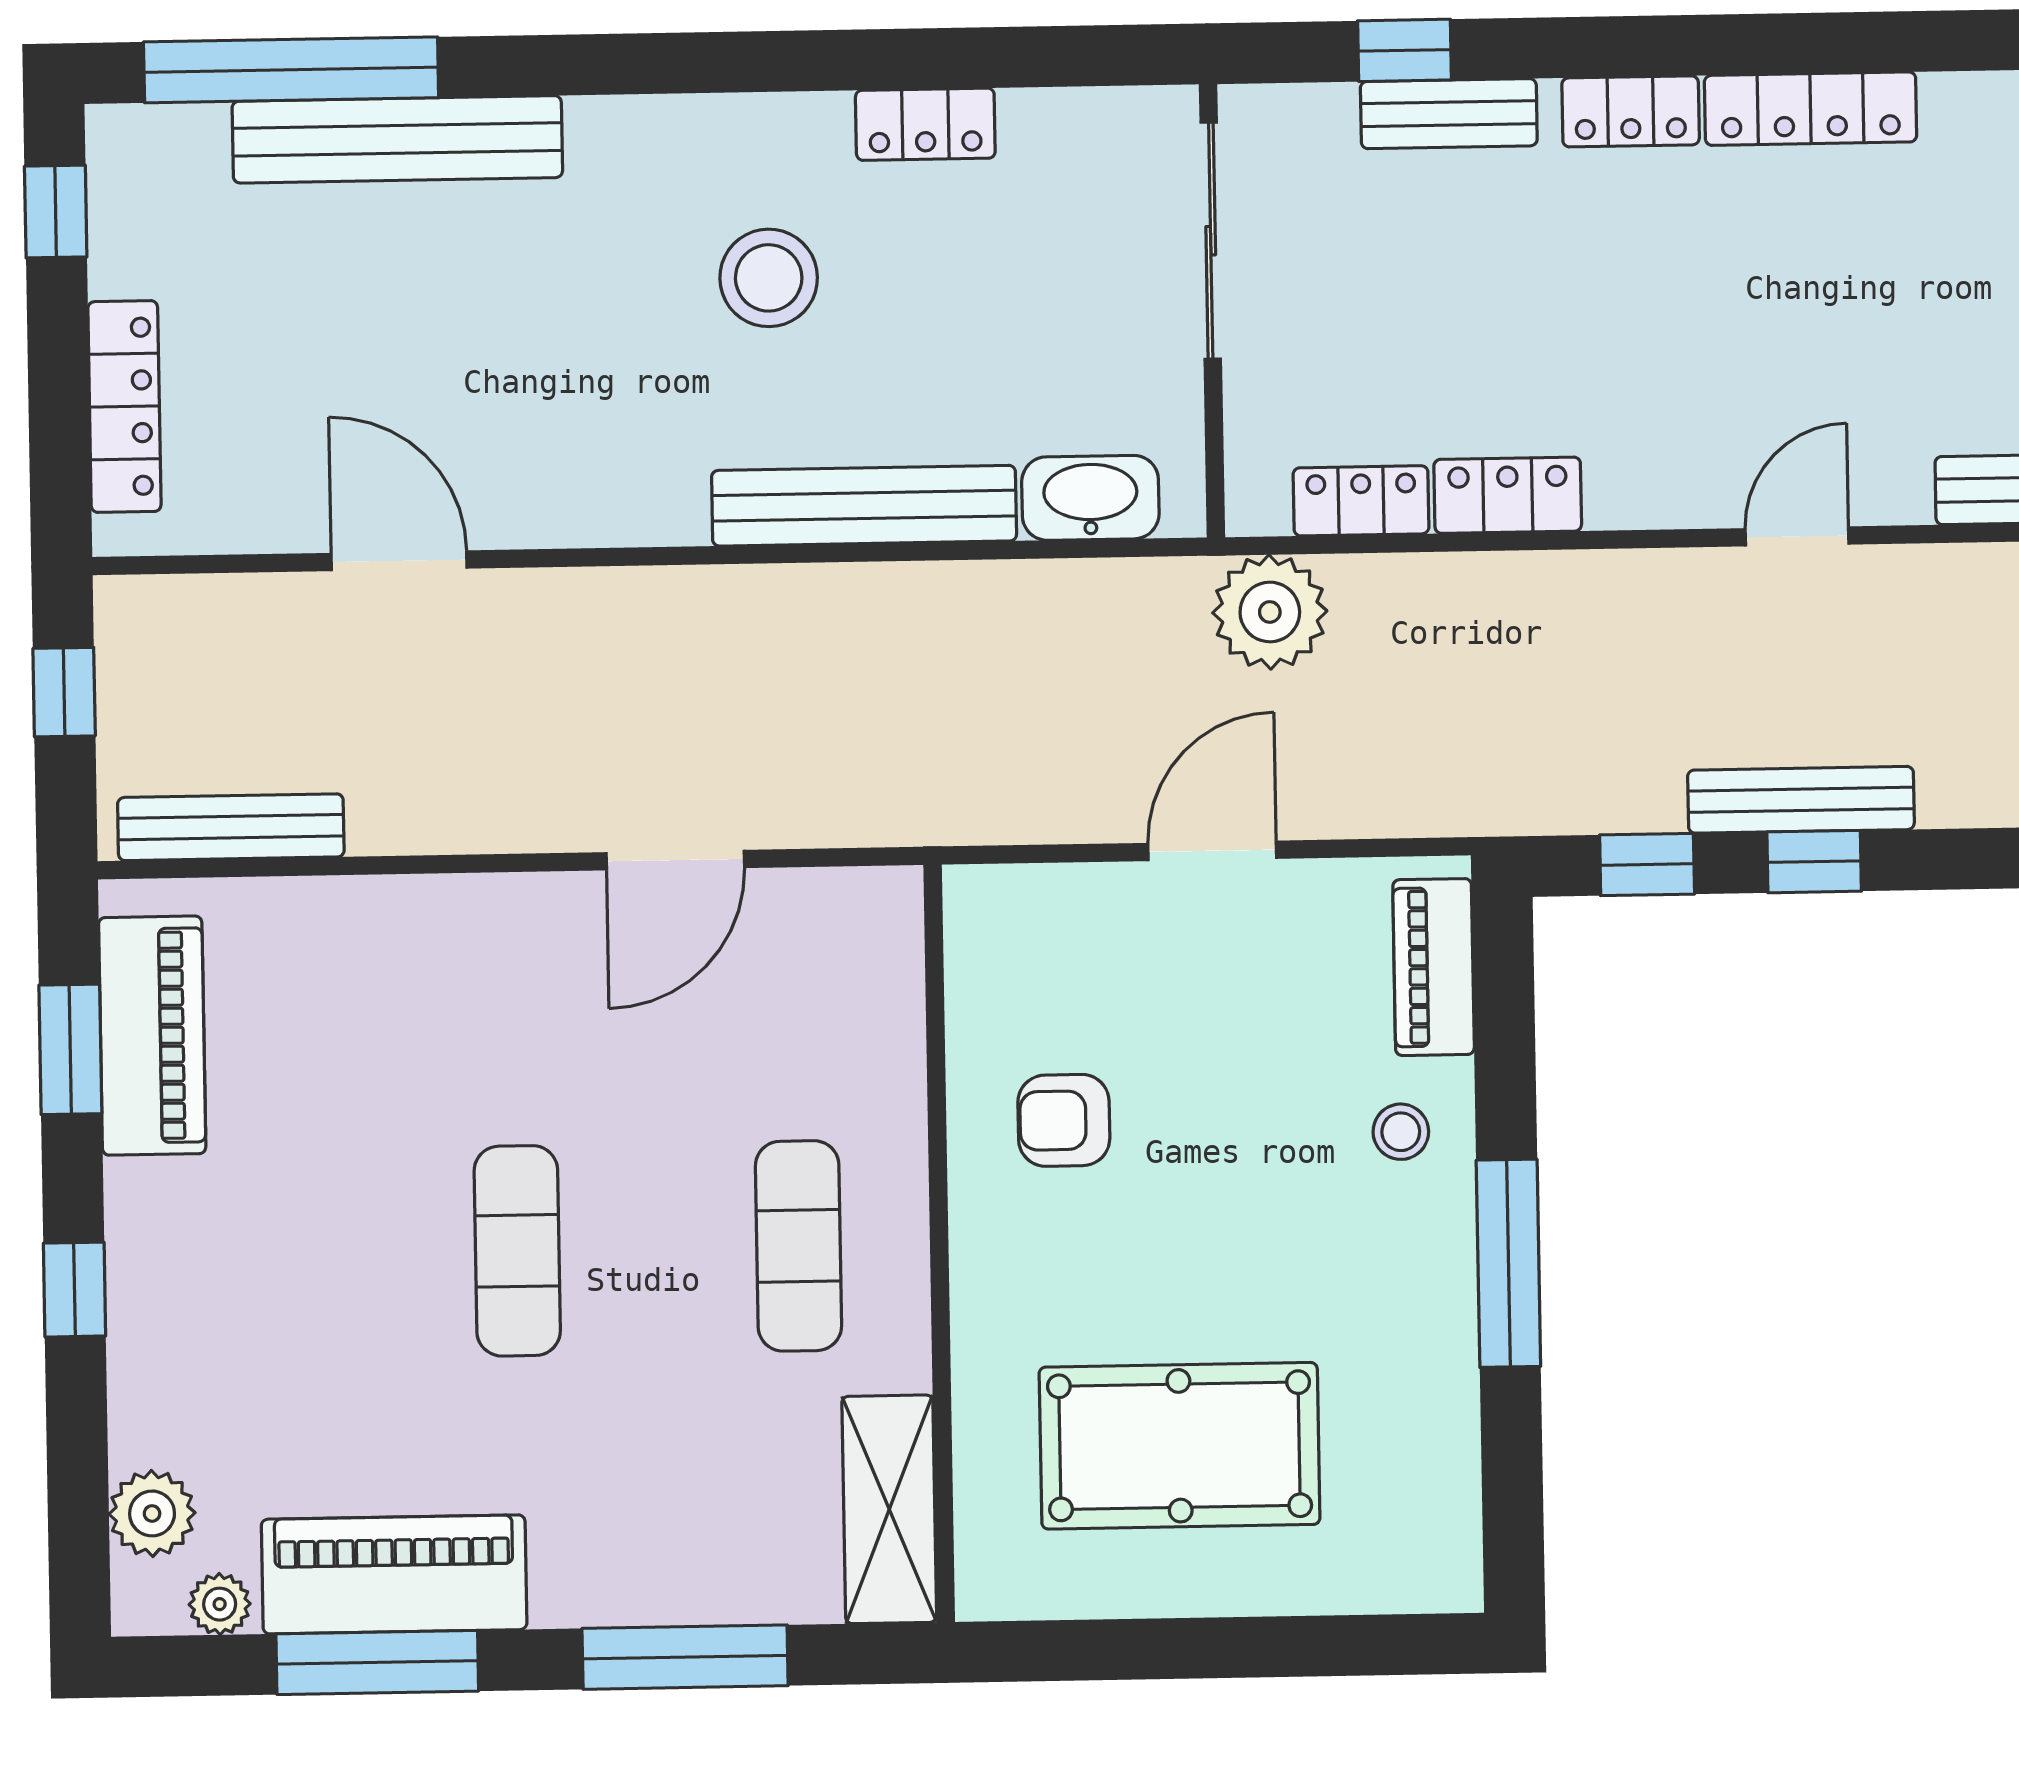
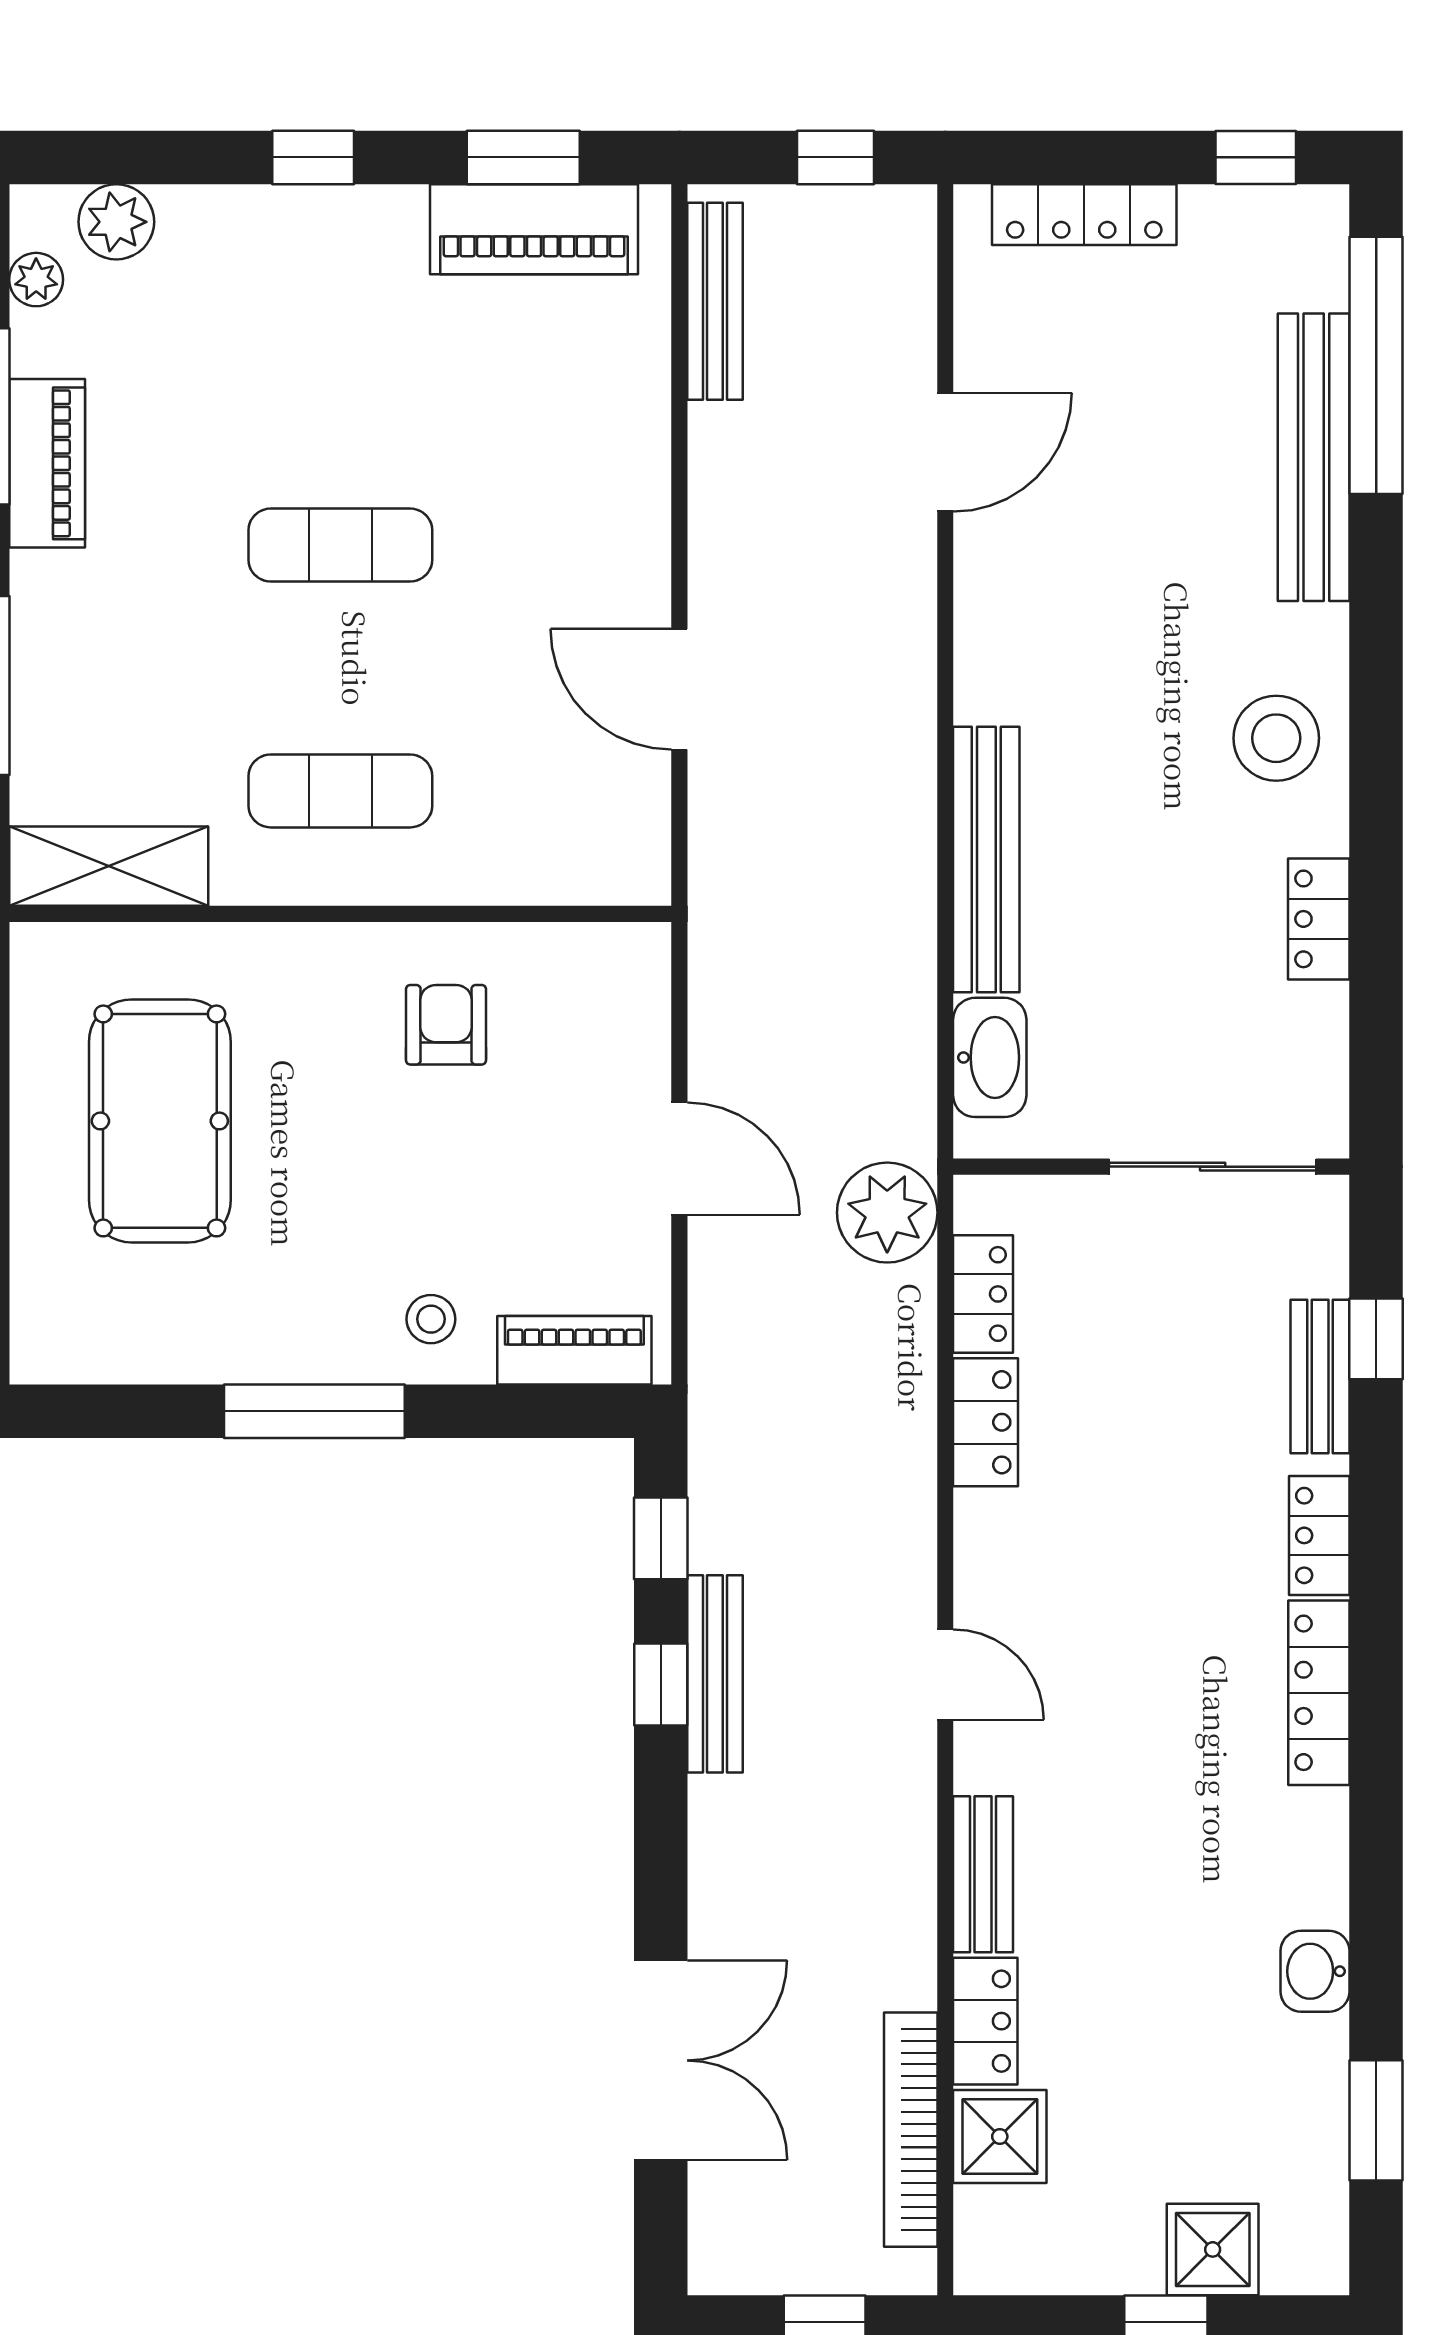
stool: (769, 278) -> (1276, 738), moved
piano: (394, 1574) -> (47, 463), width x0.73, depth x0.75

